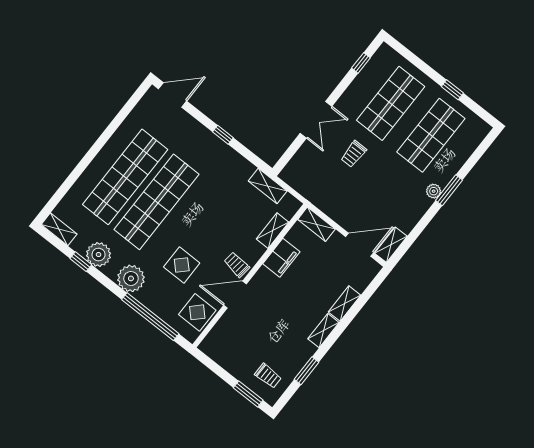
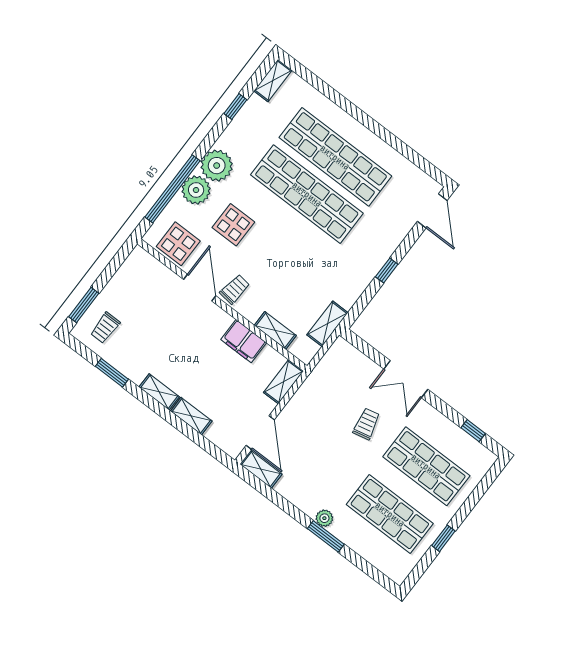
trolley: (354, 154) -> (366, 424), turned 77
plant: (99, 255) -> (196, 190), moved

